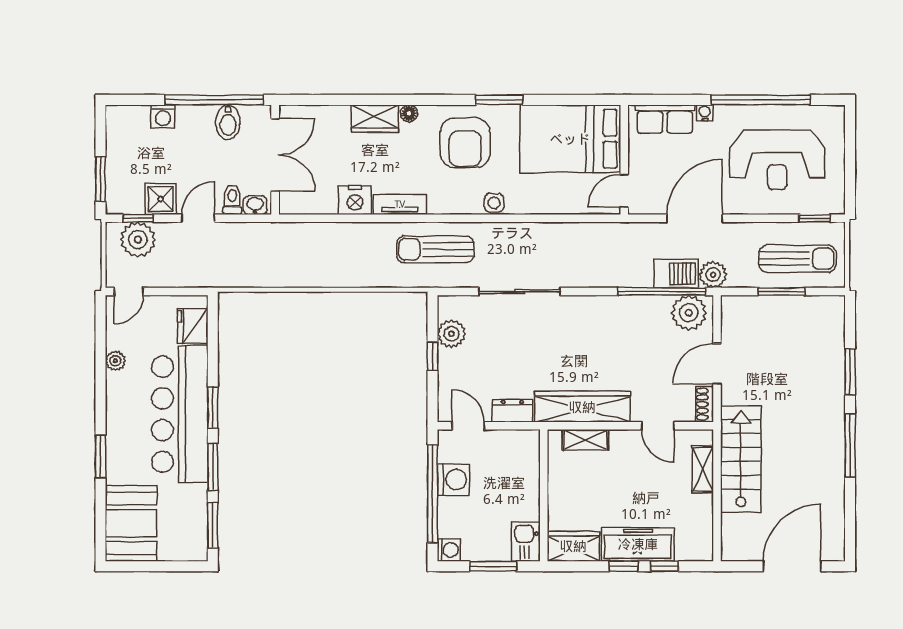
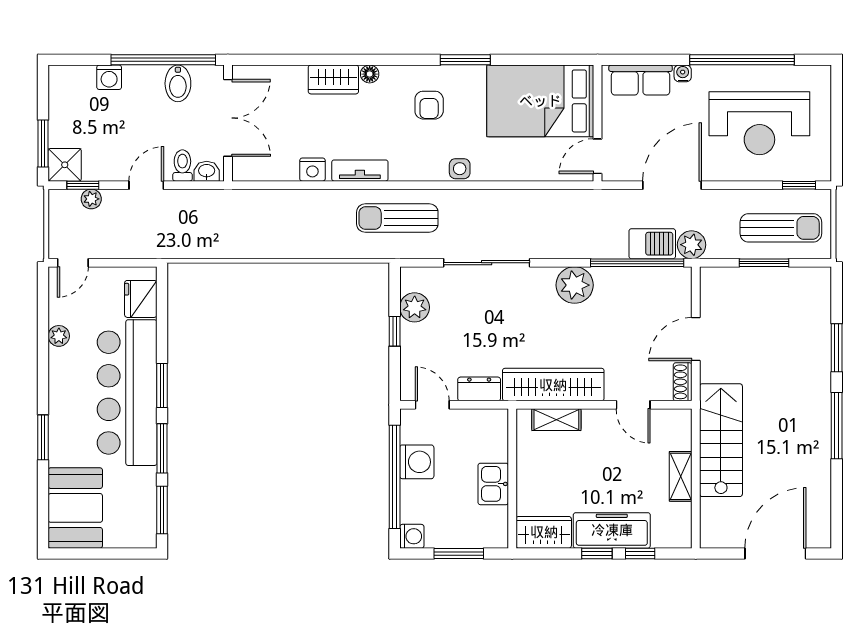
armchair: (465, 143) -> (429, 105), width x0.53, depth x0.53
shower: (161, 199) -> (65, 165), moved
nightstand: (355, 200) -> (312, 170), width x0.74, depth x0.75
plant: (138, 240) -> (91, 199), width x0.53, depth x0.53
plant: (689, 313) -> (575, 285), moved
shelving: (703, 469) -> (681, 476), moved
kitchen sink: (526, 542) -> (493, 484), moved

